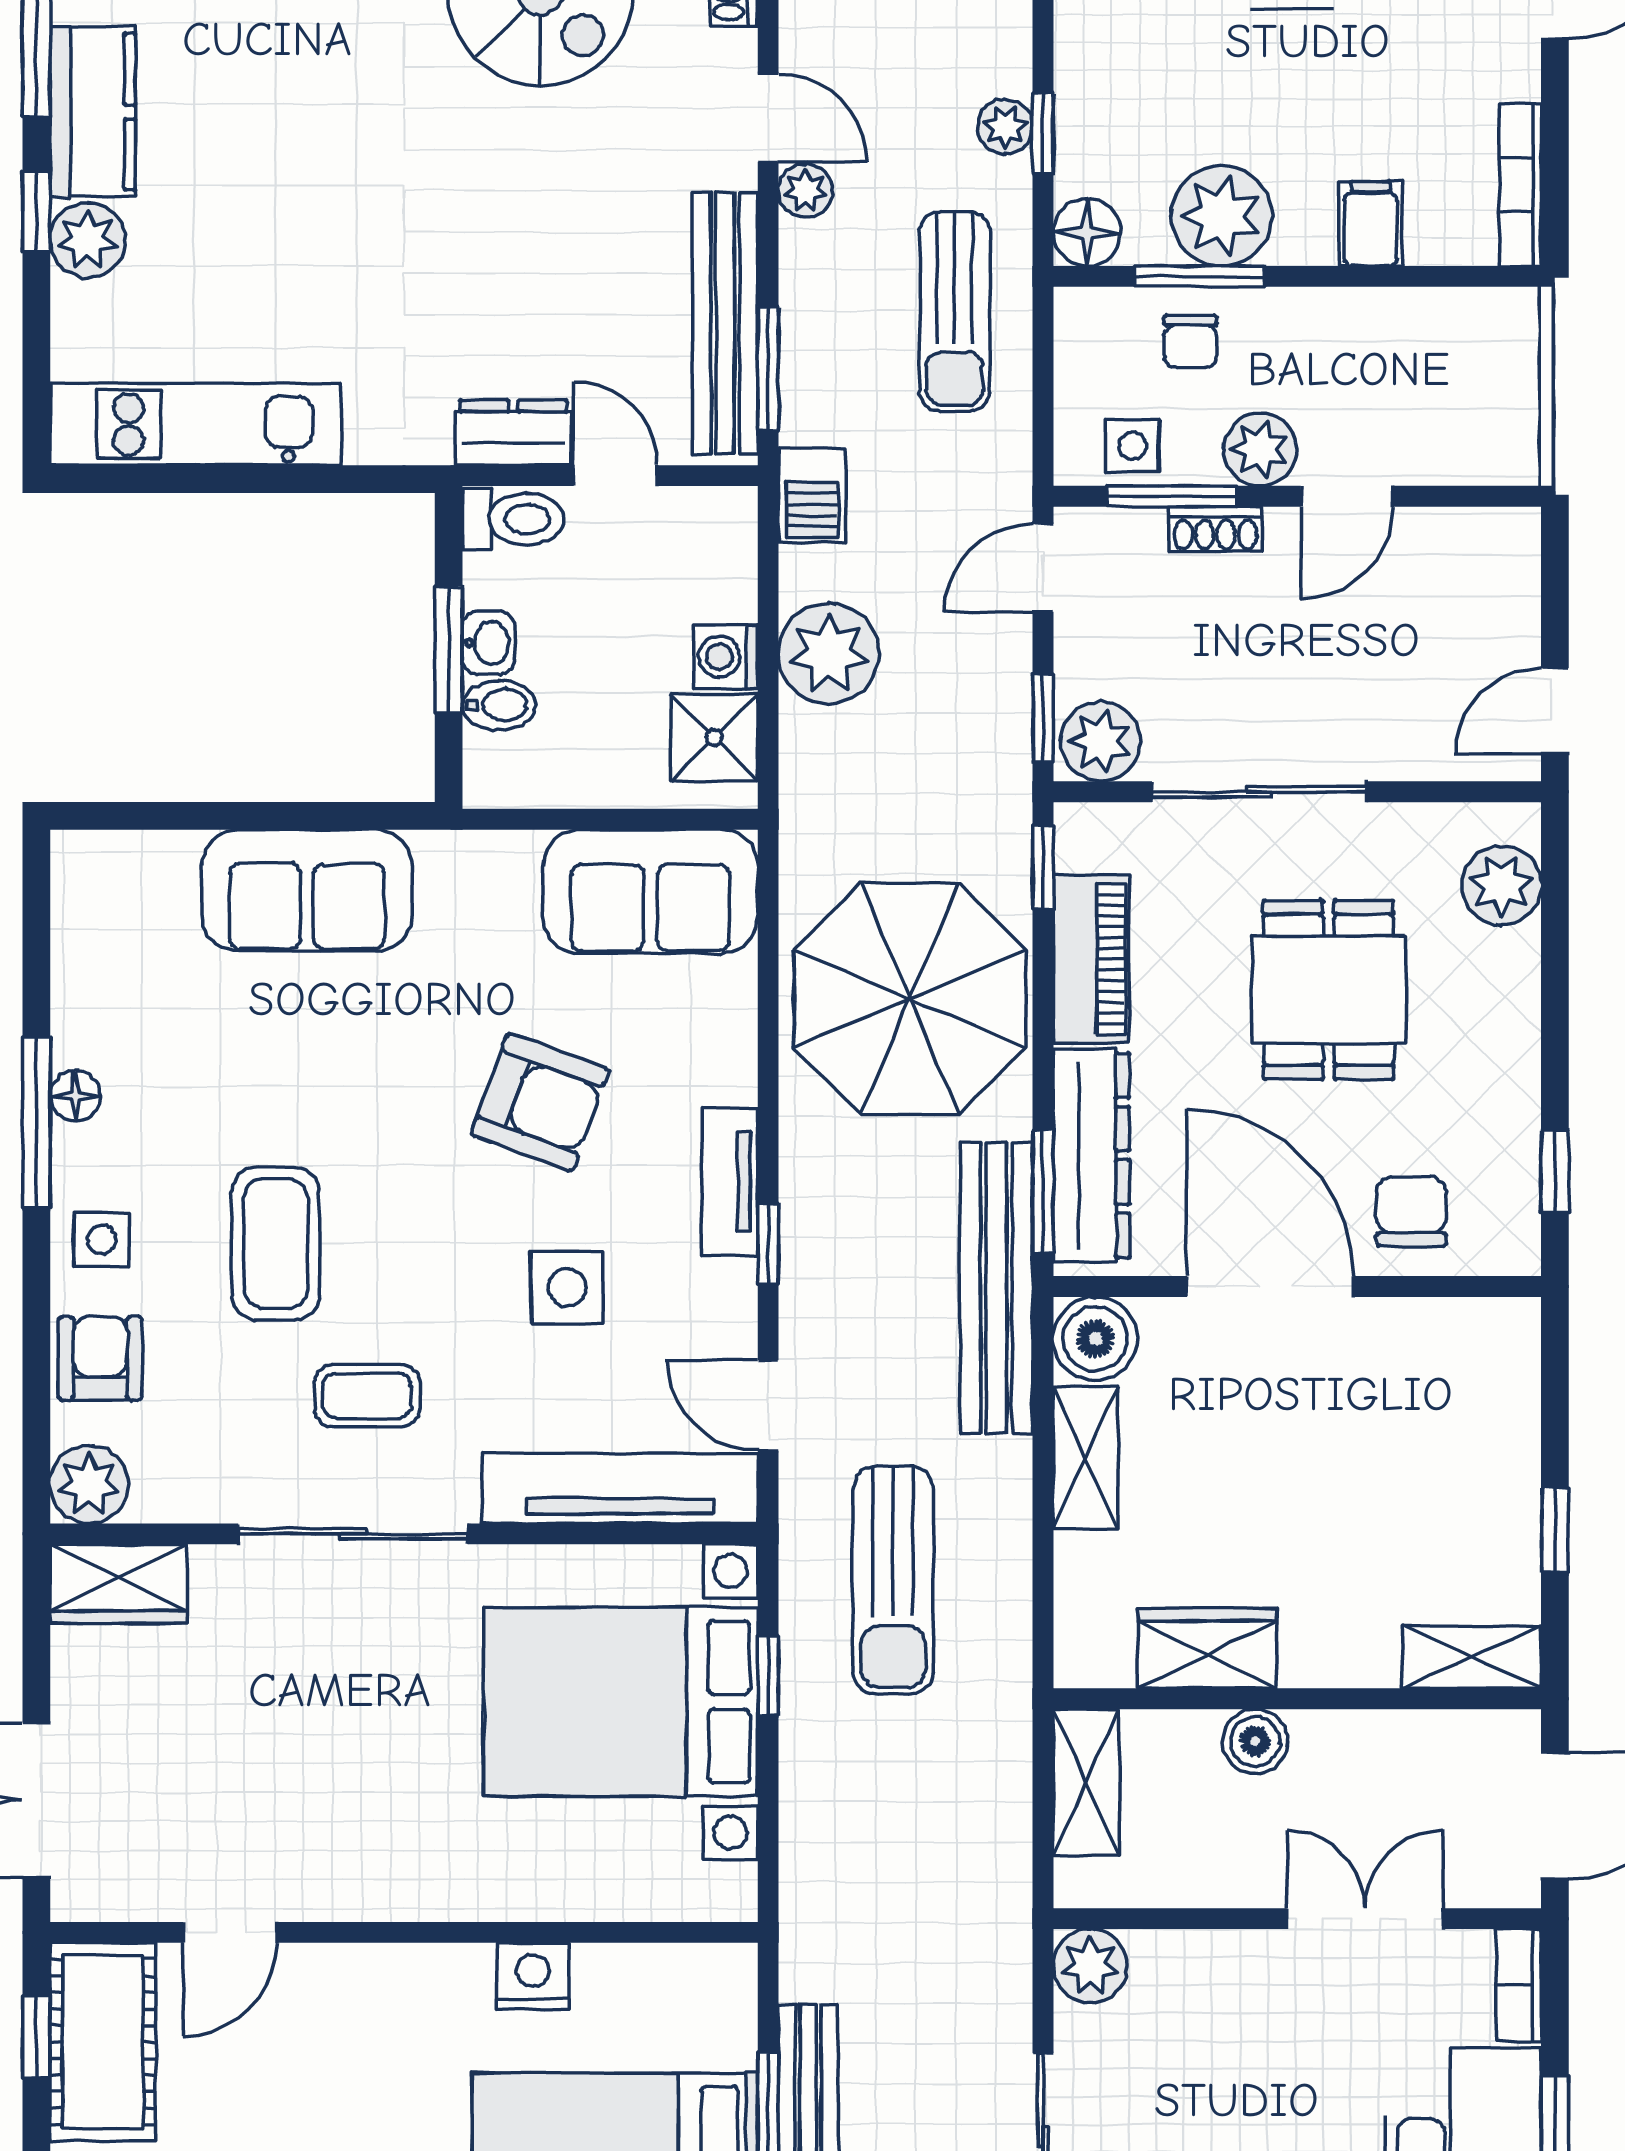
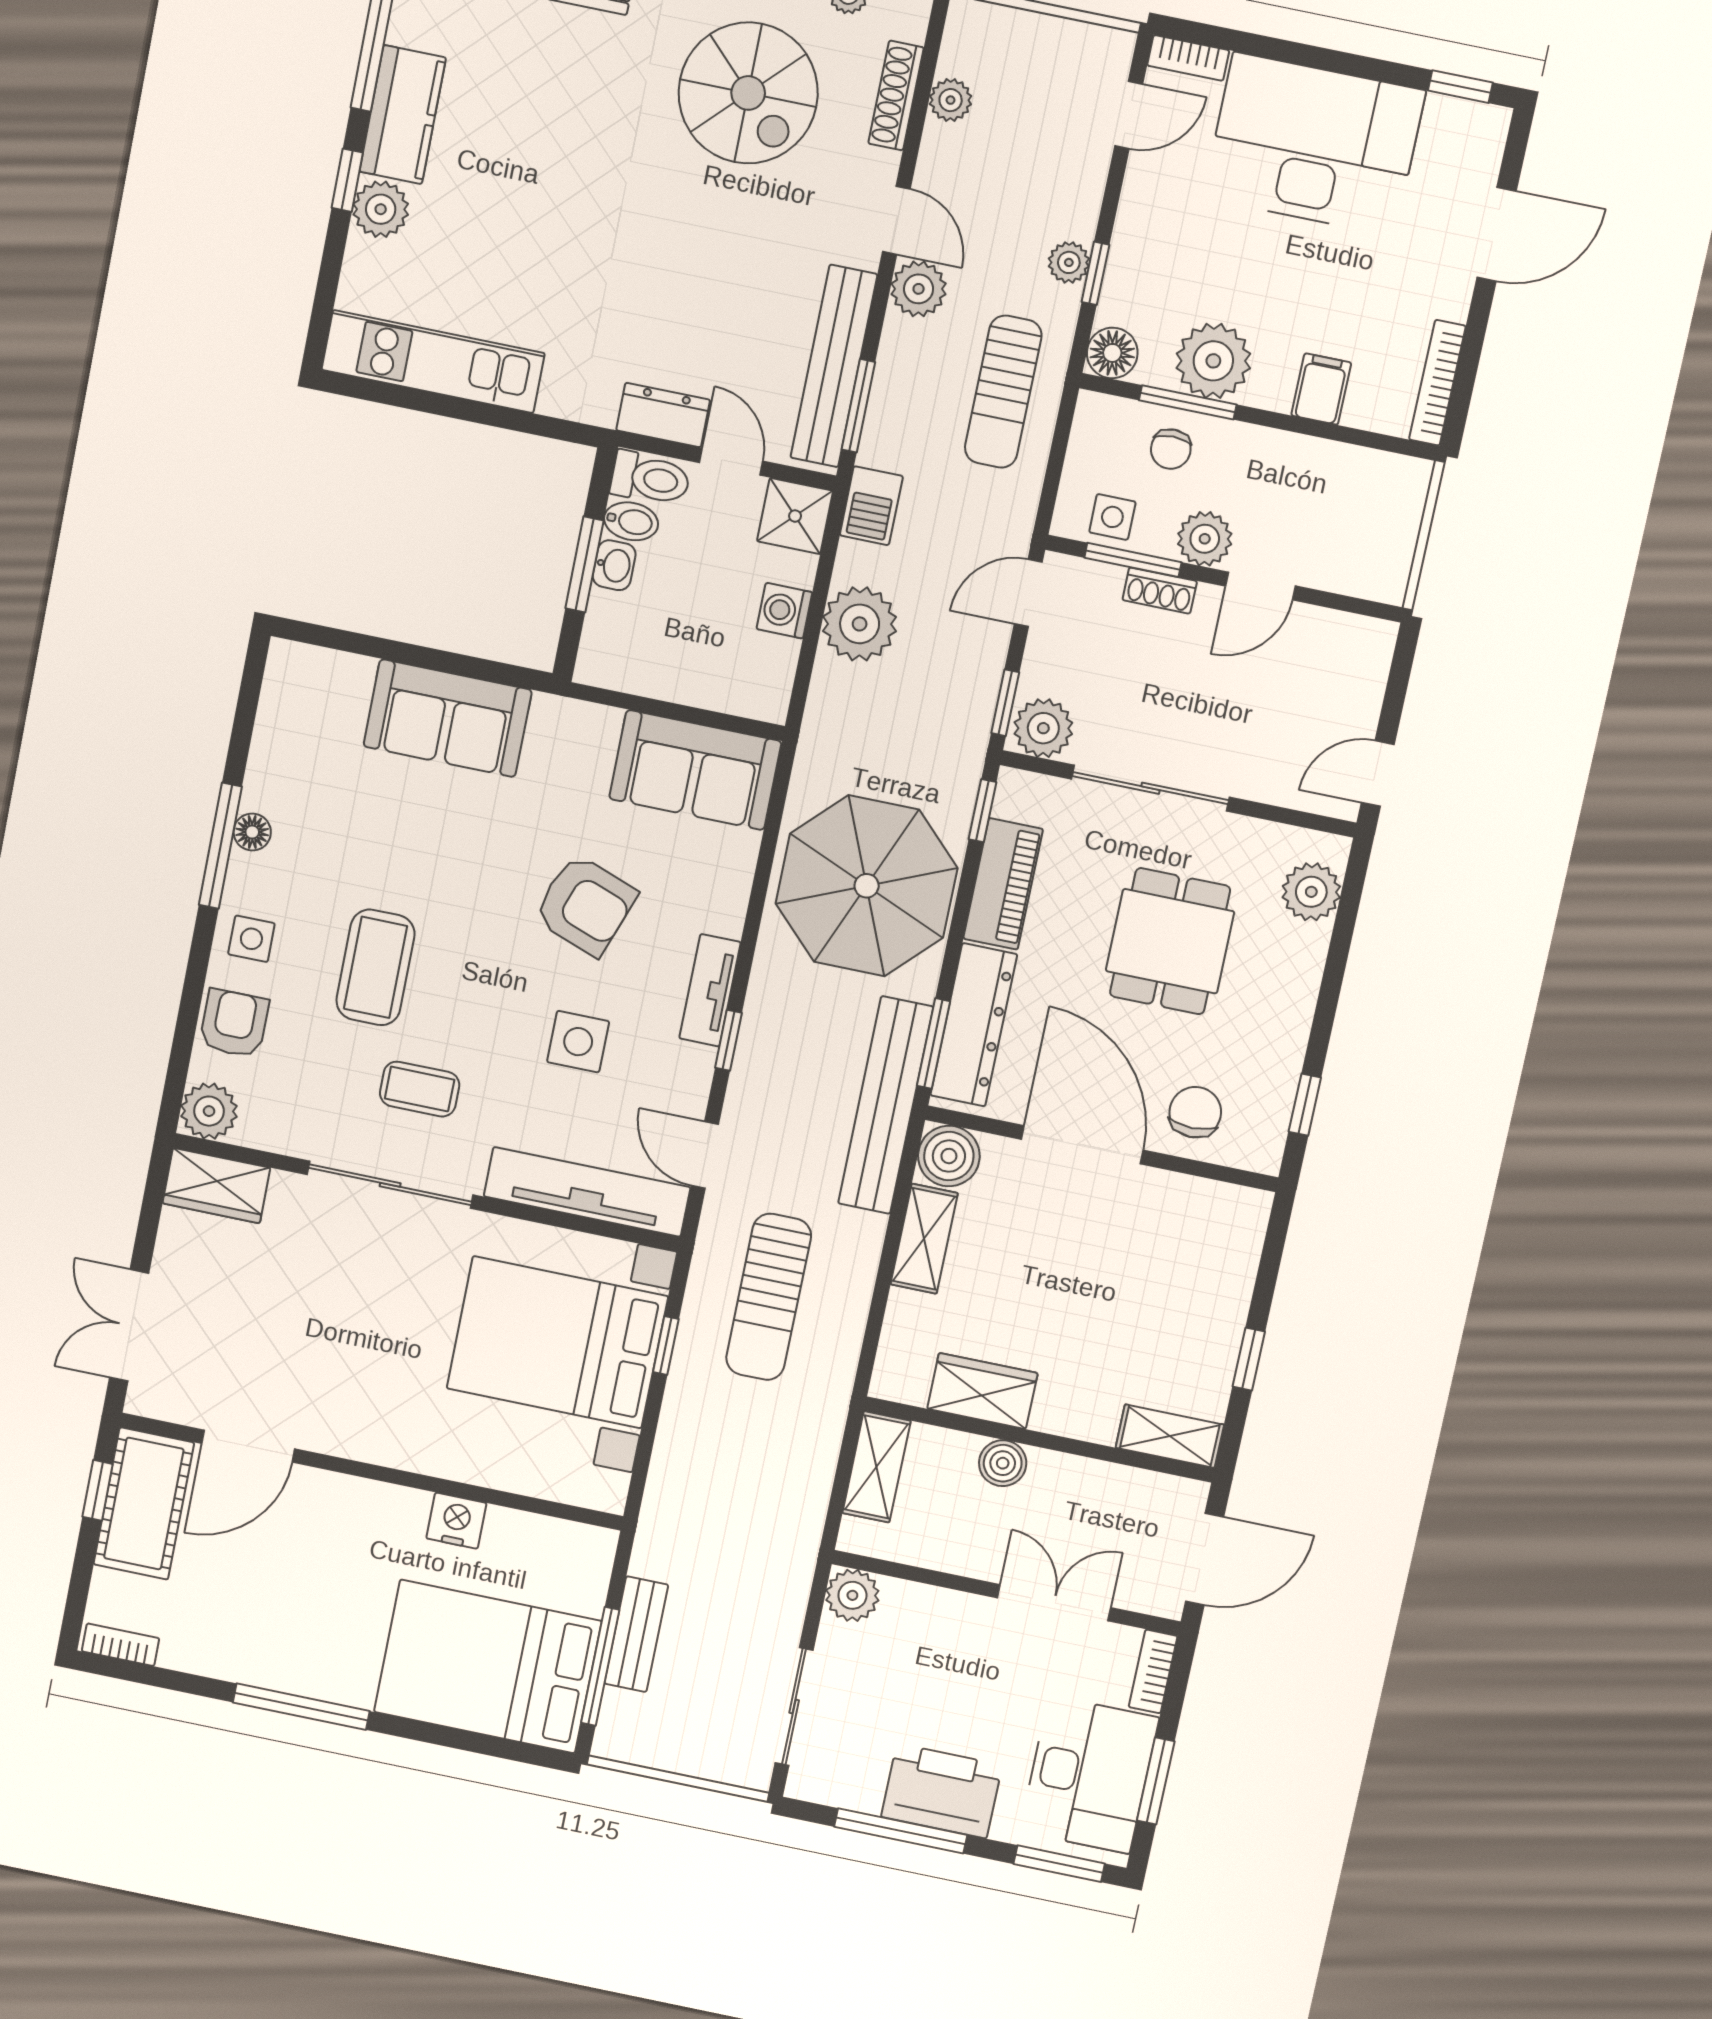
plant: (805, 191) -> (919, 289), width x1.38, depth x1.38
bidet: (499, 705) -> (631, 521), moved
shower: (714, 738) -> (795, 516), moved
door: (230, 1932) -> (248, 1446), width x1.38

